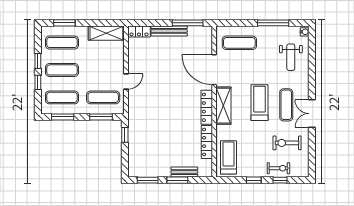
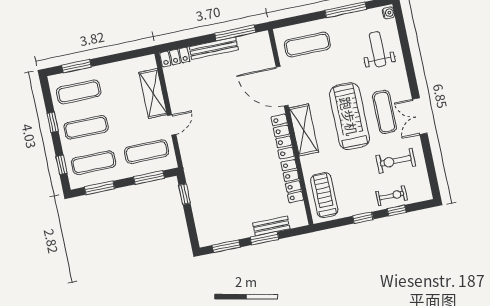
shelving: (106, 33) -> (153, 93), moved, turned 90
weight bench: (291, 57) -> (378, 49), turned 180
window: (38, 82) -> (62, 165), moved
treadmill: (259, 103) -> (349, 116), width x1.37, depth x1.38

